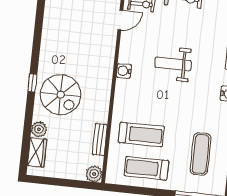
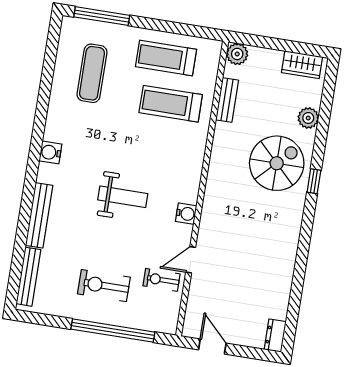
water cooler: (124, 71) -> (186, 214), moved
spiral stairs: (61, 95) -> (277, 163), turned 90
wardrobe: (37, 152) -> (302, 65), moved, turned -90
treadmill: (146, 168) -> (166, 58), turned 180

